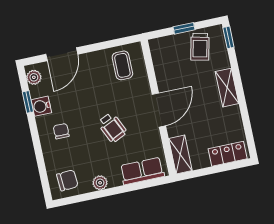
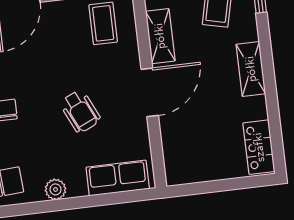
shelving: (180, 154) -> (160, 36), moved
locker: (228, 154) -> (259, 147), moved, turned -90

